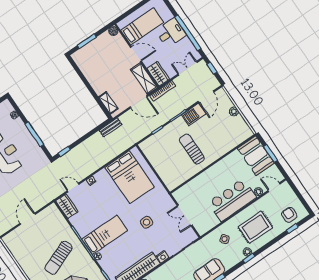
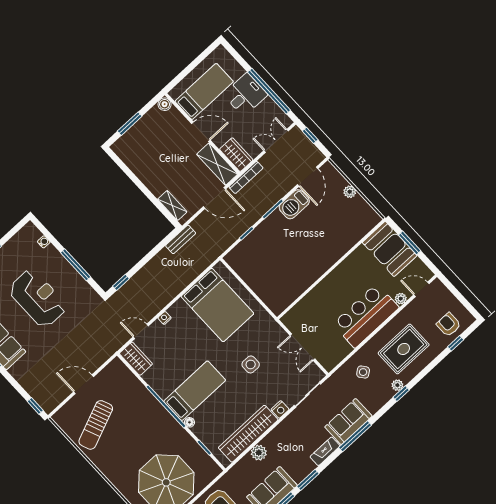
sun lounger: (192, 149) -> (299, 253), removed
door: (28, 219) -> (84, 384), hinge flipped
sun lounger: (59, 258) -> (96, 425), moved

